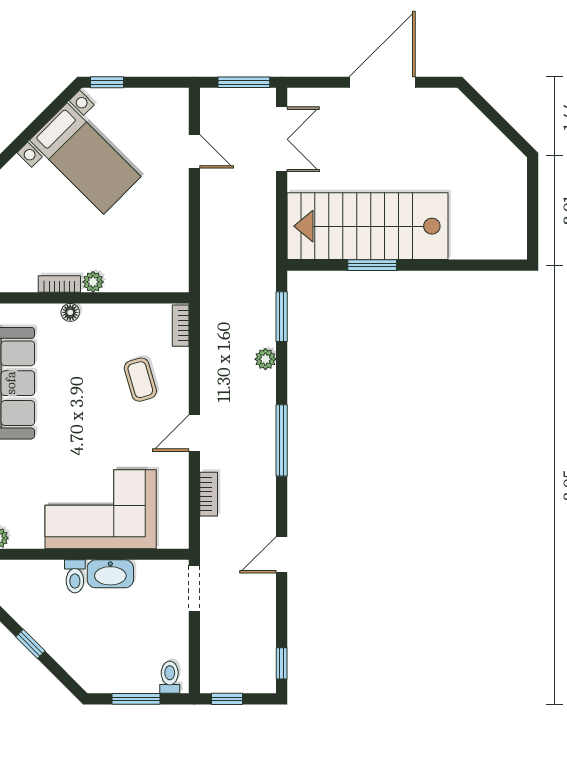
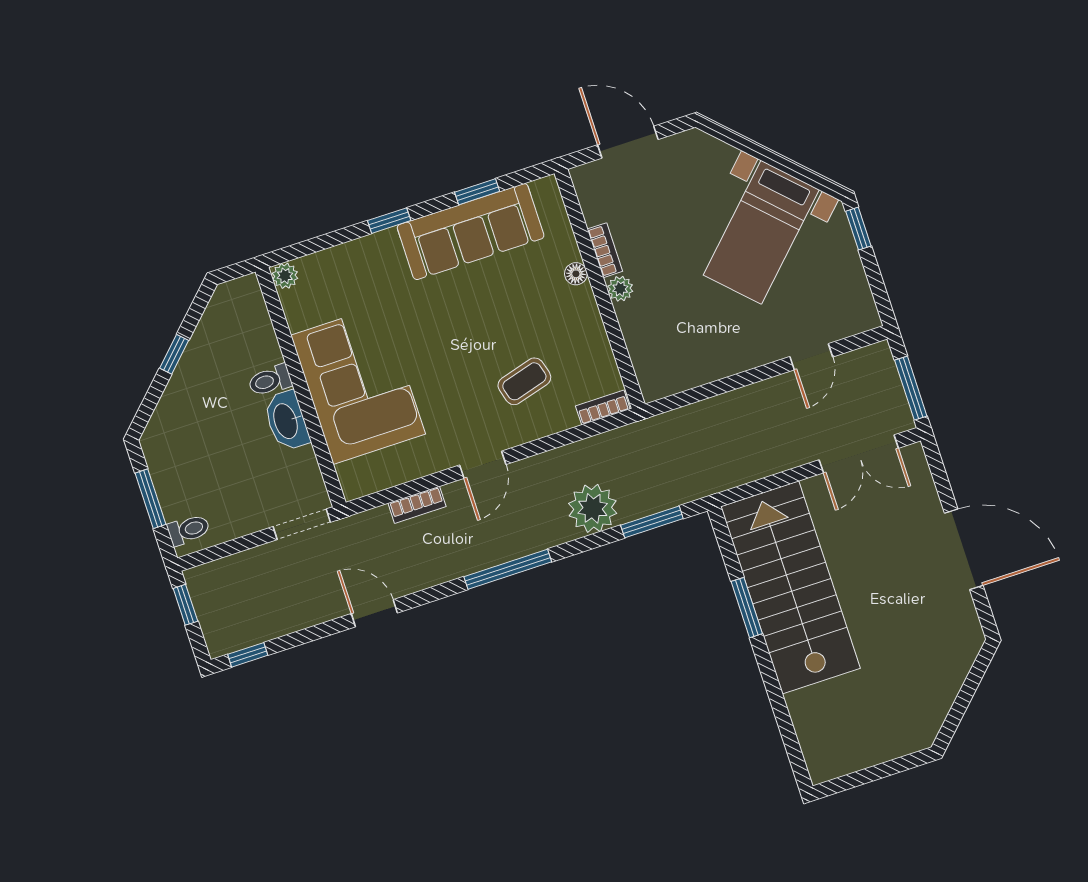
plant: (265, 359) -> (593, 508), width x1.88, depth x1.88
door: (194, 433) -> (483, 465), swing flipped

